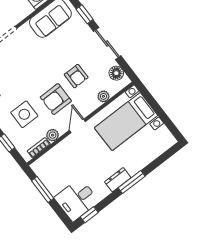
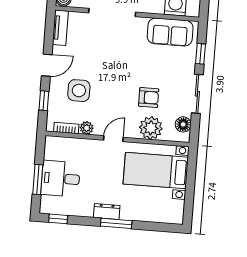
armchair: (76, 76) -> (149, 98), turned -90
plant: (103, 96) -> (151, 128), width x1.88, depth x1.88
armchair: (56, 99) -> (115, 101), removed
window: (43, 190) -> (38, 179), moved
desk: (77, 200) -> (61, 179), moved

